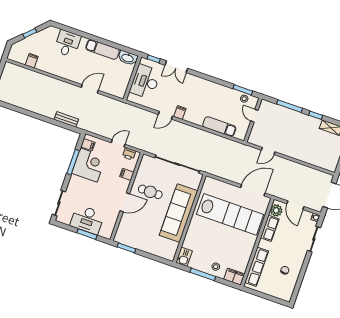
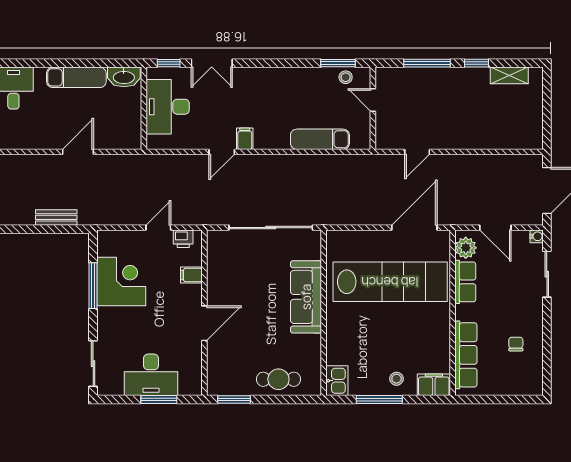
filing cabinet: (88, 145) -> (108, 247), removed
cafe table: (150, 192) -> (278, 379), moved
sofa: (179, 213) -> (306, 297), width x0.74, depth x0.79

